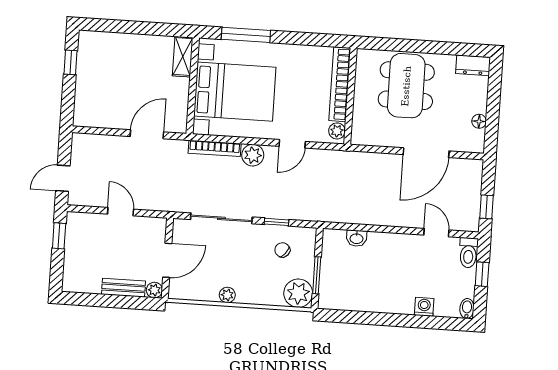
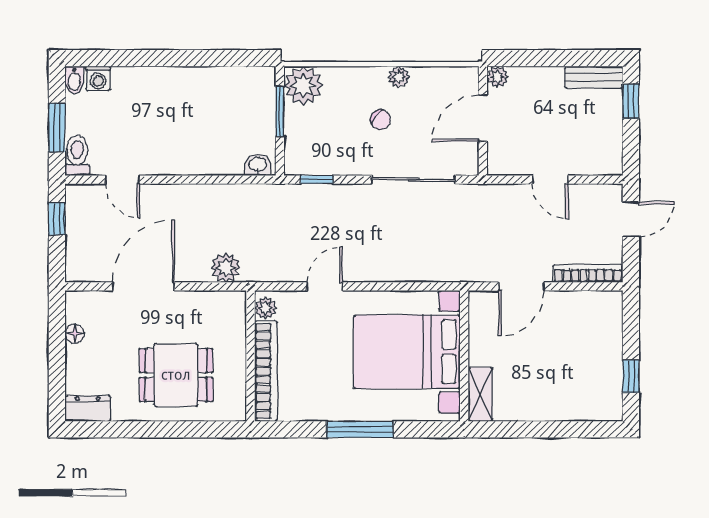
window: (246, 35) -> (360, 429), moved
dining table: (406, 86) -> (176, 375), width x0.73
bookcase: (215, 148) -> (588, 273), moved
plant: (253, 155) -> (226, 268), moved
window: (276, 222) -> (317, 180), moved
window: (59, 236) -> (631, 101), moved
washbasin: (357, 238) -> (258, 165), moved
chair: (282, 250) -> (380, 120), moved
window: (482, 274) -> (57, 128), width x1.50
bench: (123, 288) -> (594, 77), moved
washing machine: (424, 307) -> (98, 78), moved

